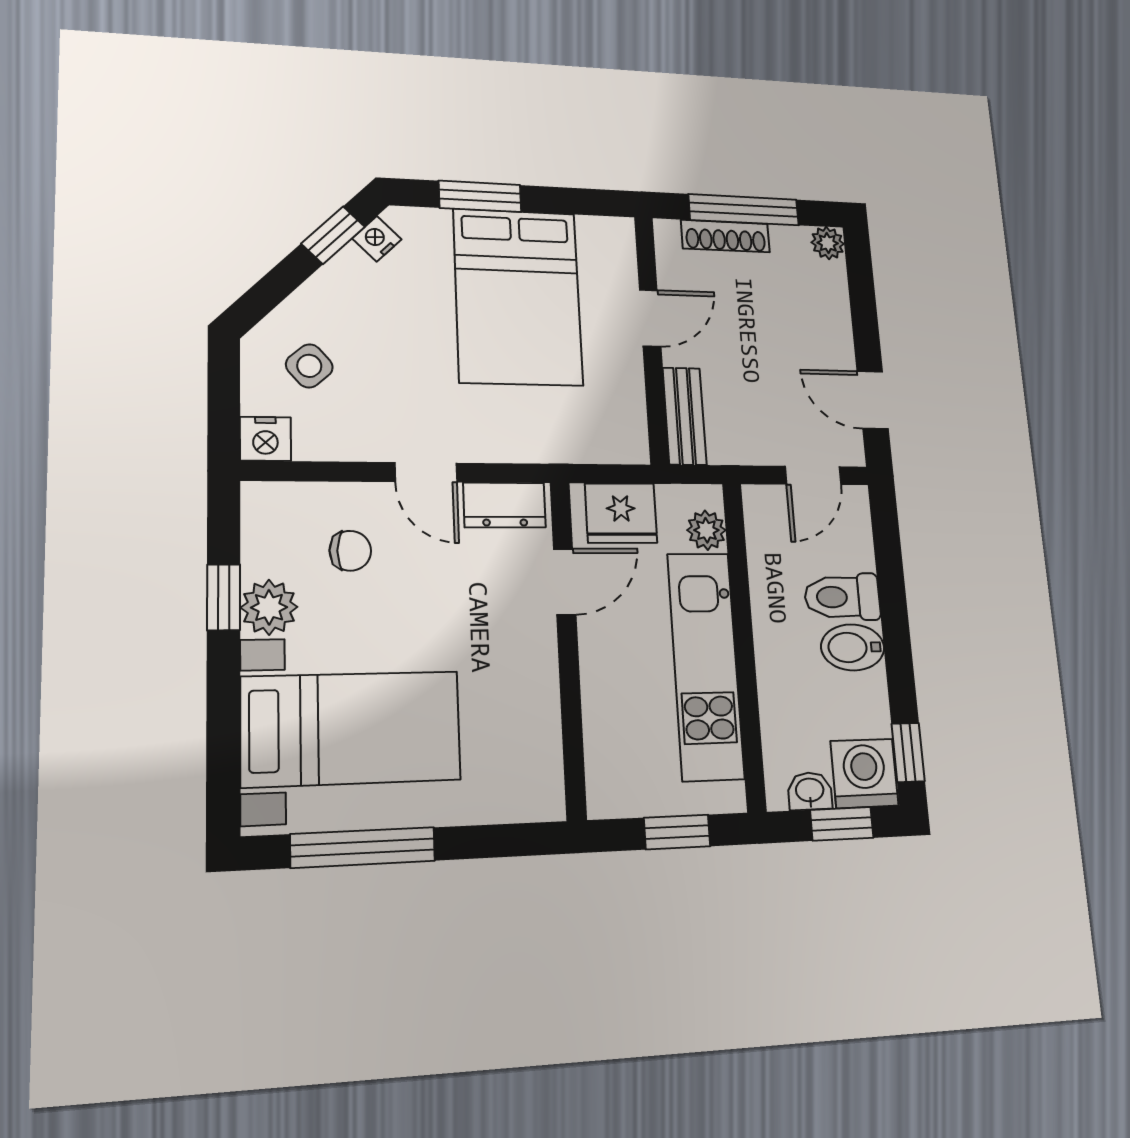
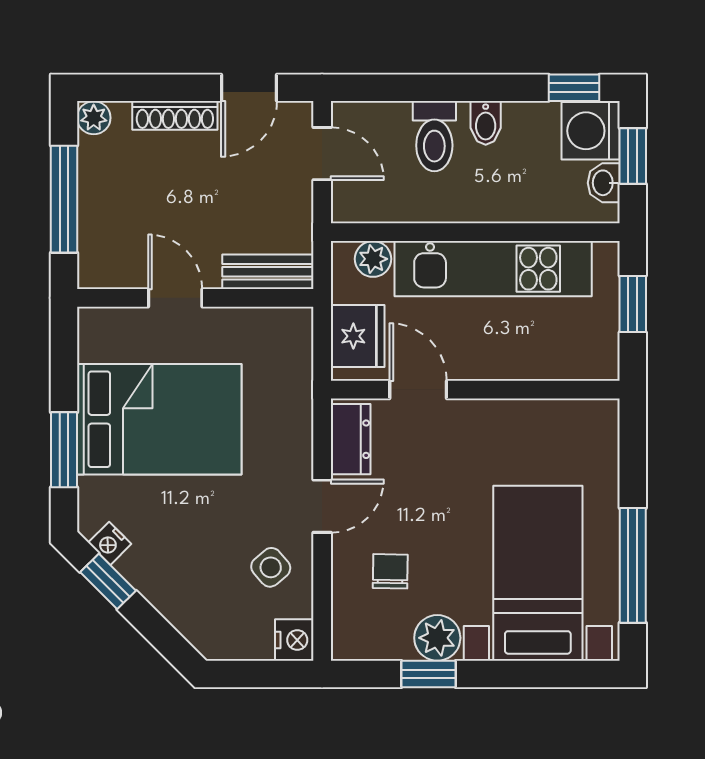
shoe rack: (725, 236) -> (175, 115), moved, turned 90
side table: (309, 366) -> (271, 567), moved
bidet: (853, 647) -> (486, 123), width x0.72, depth x0.74

